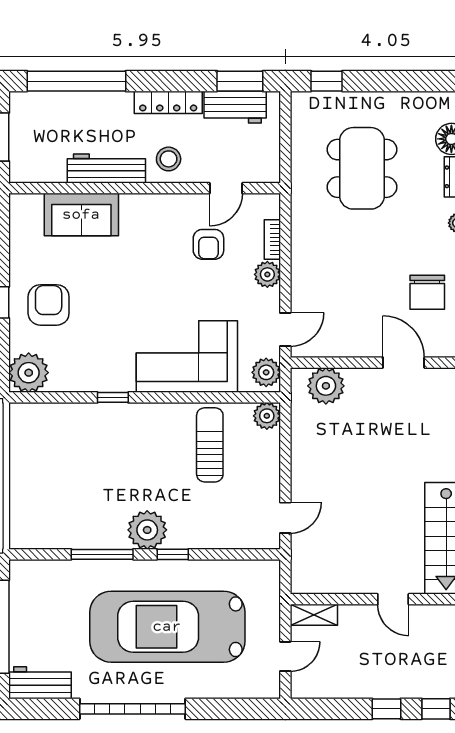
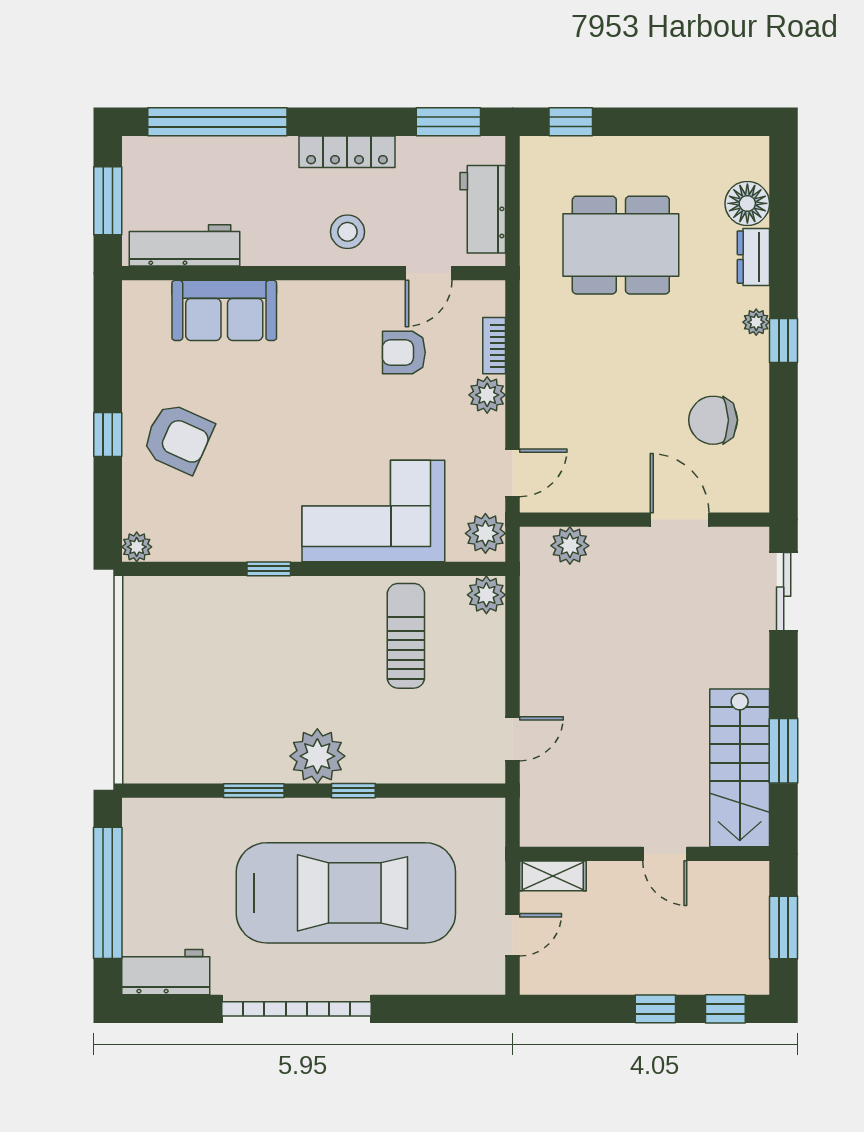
workbench: (235, 107) -> (483, 209), moved, turned 90
dining table: (362, 168) -> (621, 245), turned 90
workbench: (106, 169) -> (184, 245), moved
armchair: (208, 244) -> (404, 352), turned 90
chair: (427, 292) -> (713, 420), turned 90
armchair: (49, 305) -> (178, 438), turned 114
plant: (29, 373) -> (137, 547), width x0.53, depth x0.53
plant: (326, 386) -> (570, 546), width x0.73, depth x0.73
window: (102, 554) -> (254, 791), width x0.69
car: (167, 627) -> (346, 893), turned 180

